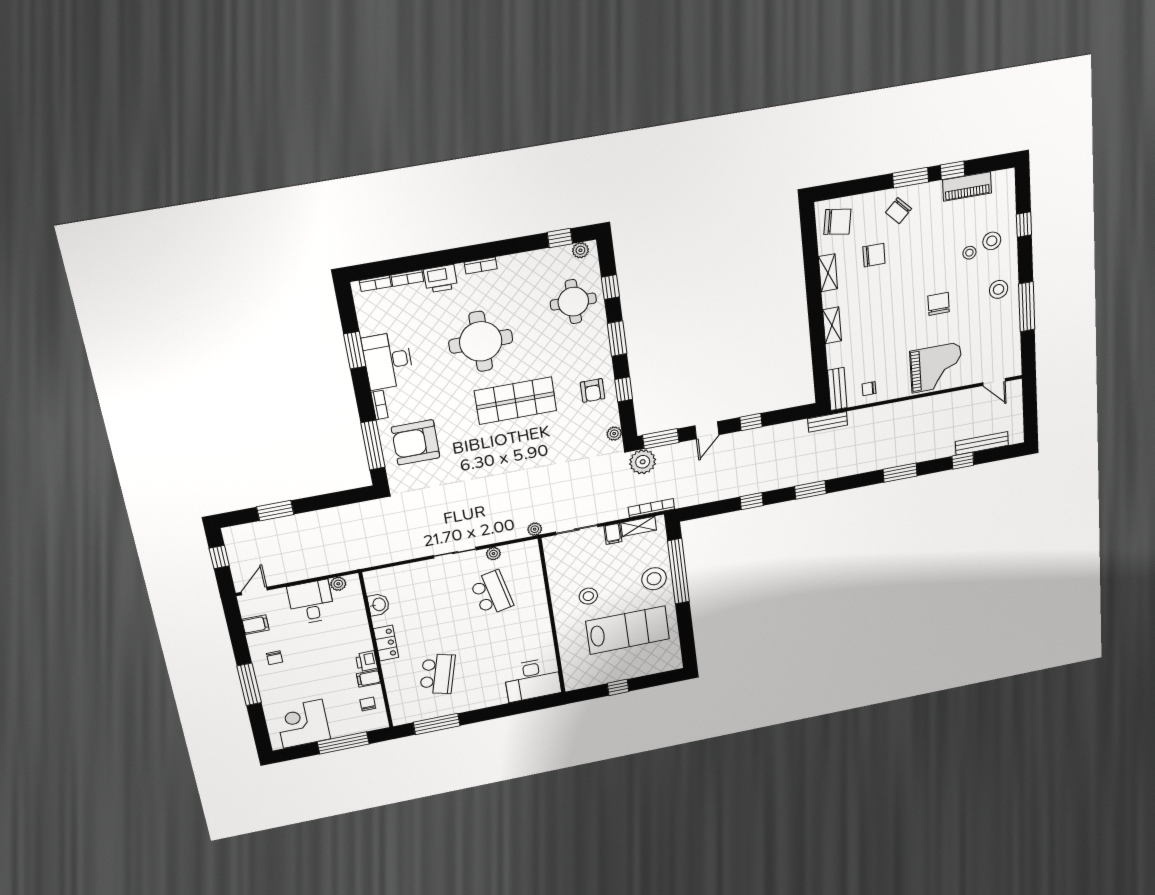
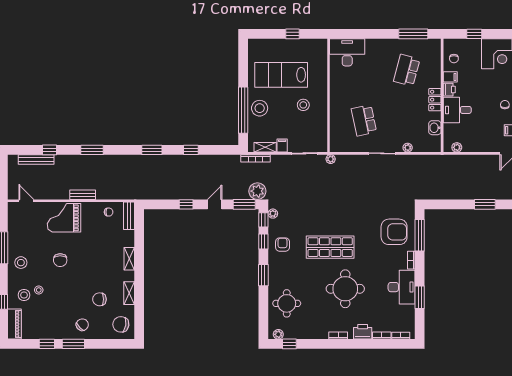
piano: (967, 186) -> (14, 324), moved, turned 90
window: (610, 287) -> (263, 220), moved
bench: (828, 422) -> (83, 195), moved
plant: (493, 554) -> (408, 148), moved
desk: (311, 602) -> (457, 110), moved, turned 90
window: (343, 743) -> (474, 34), width x0.46

